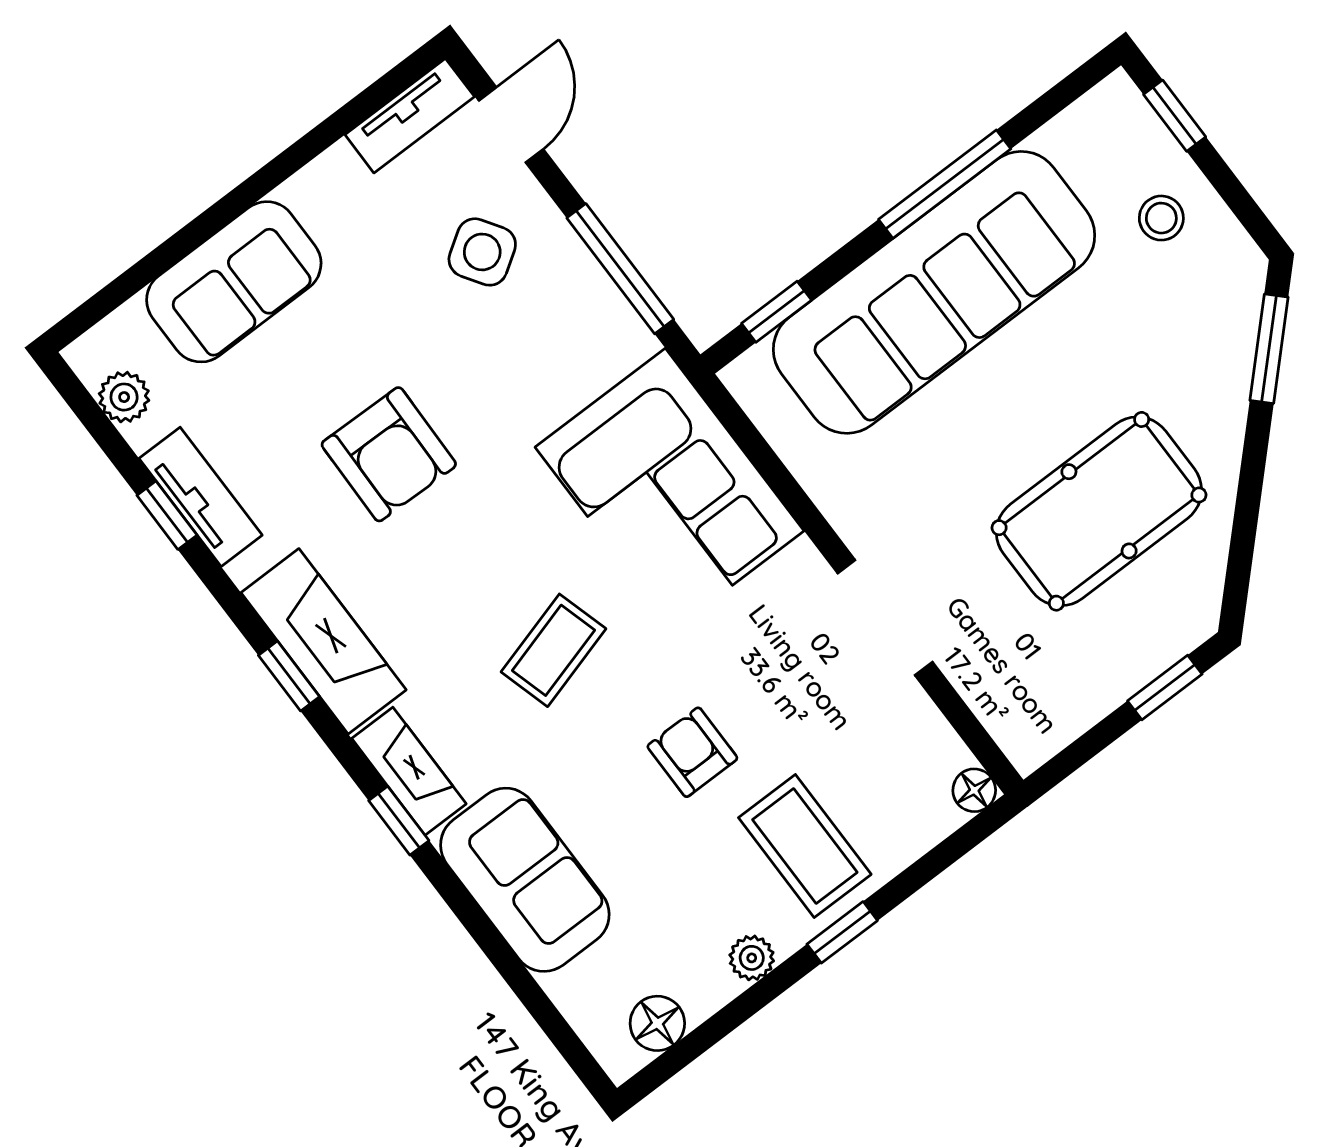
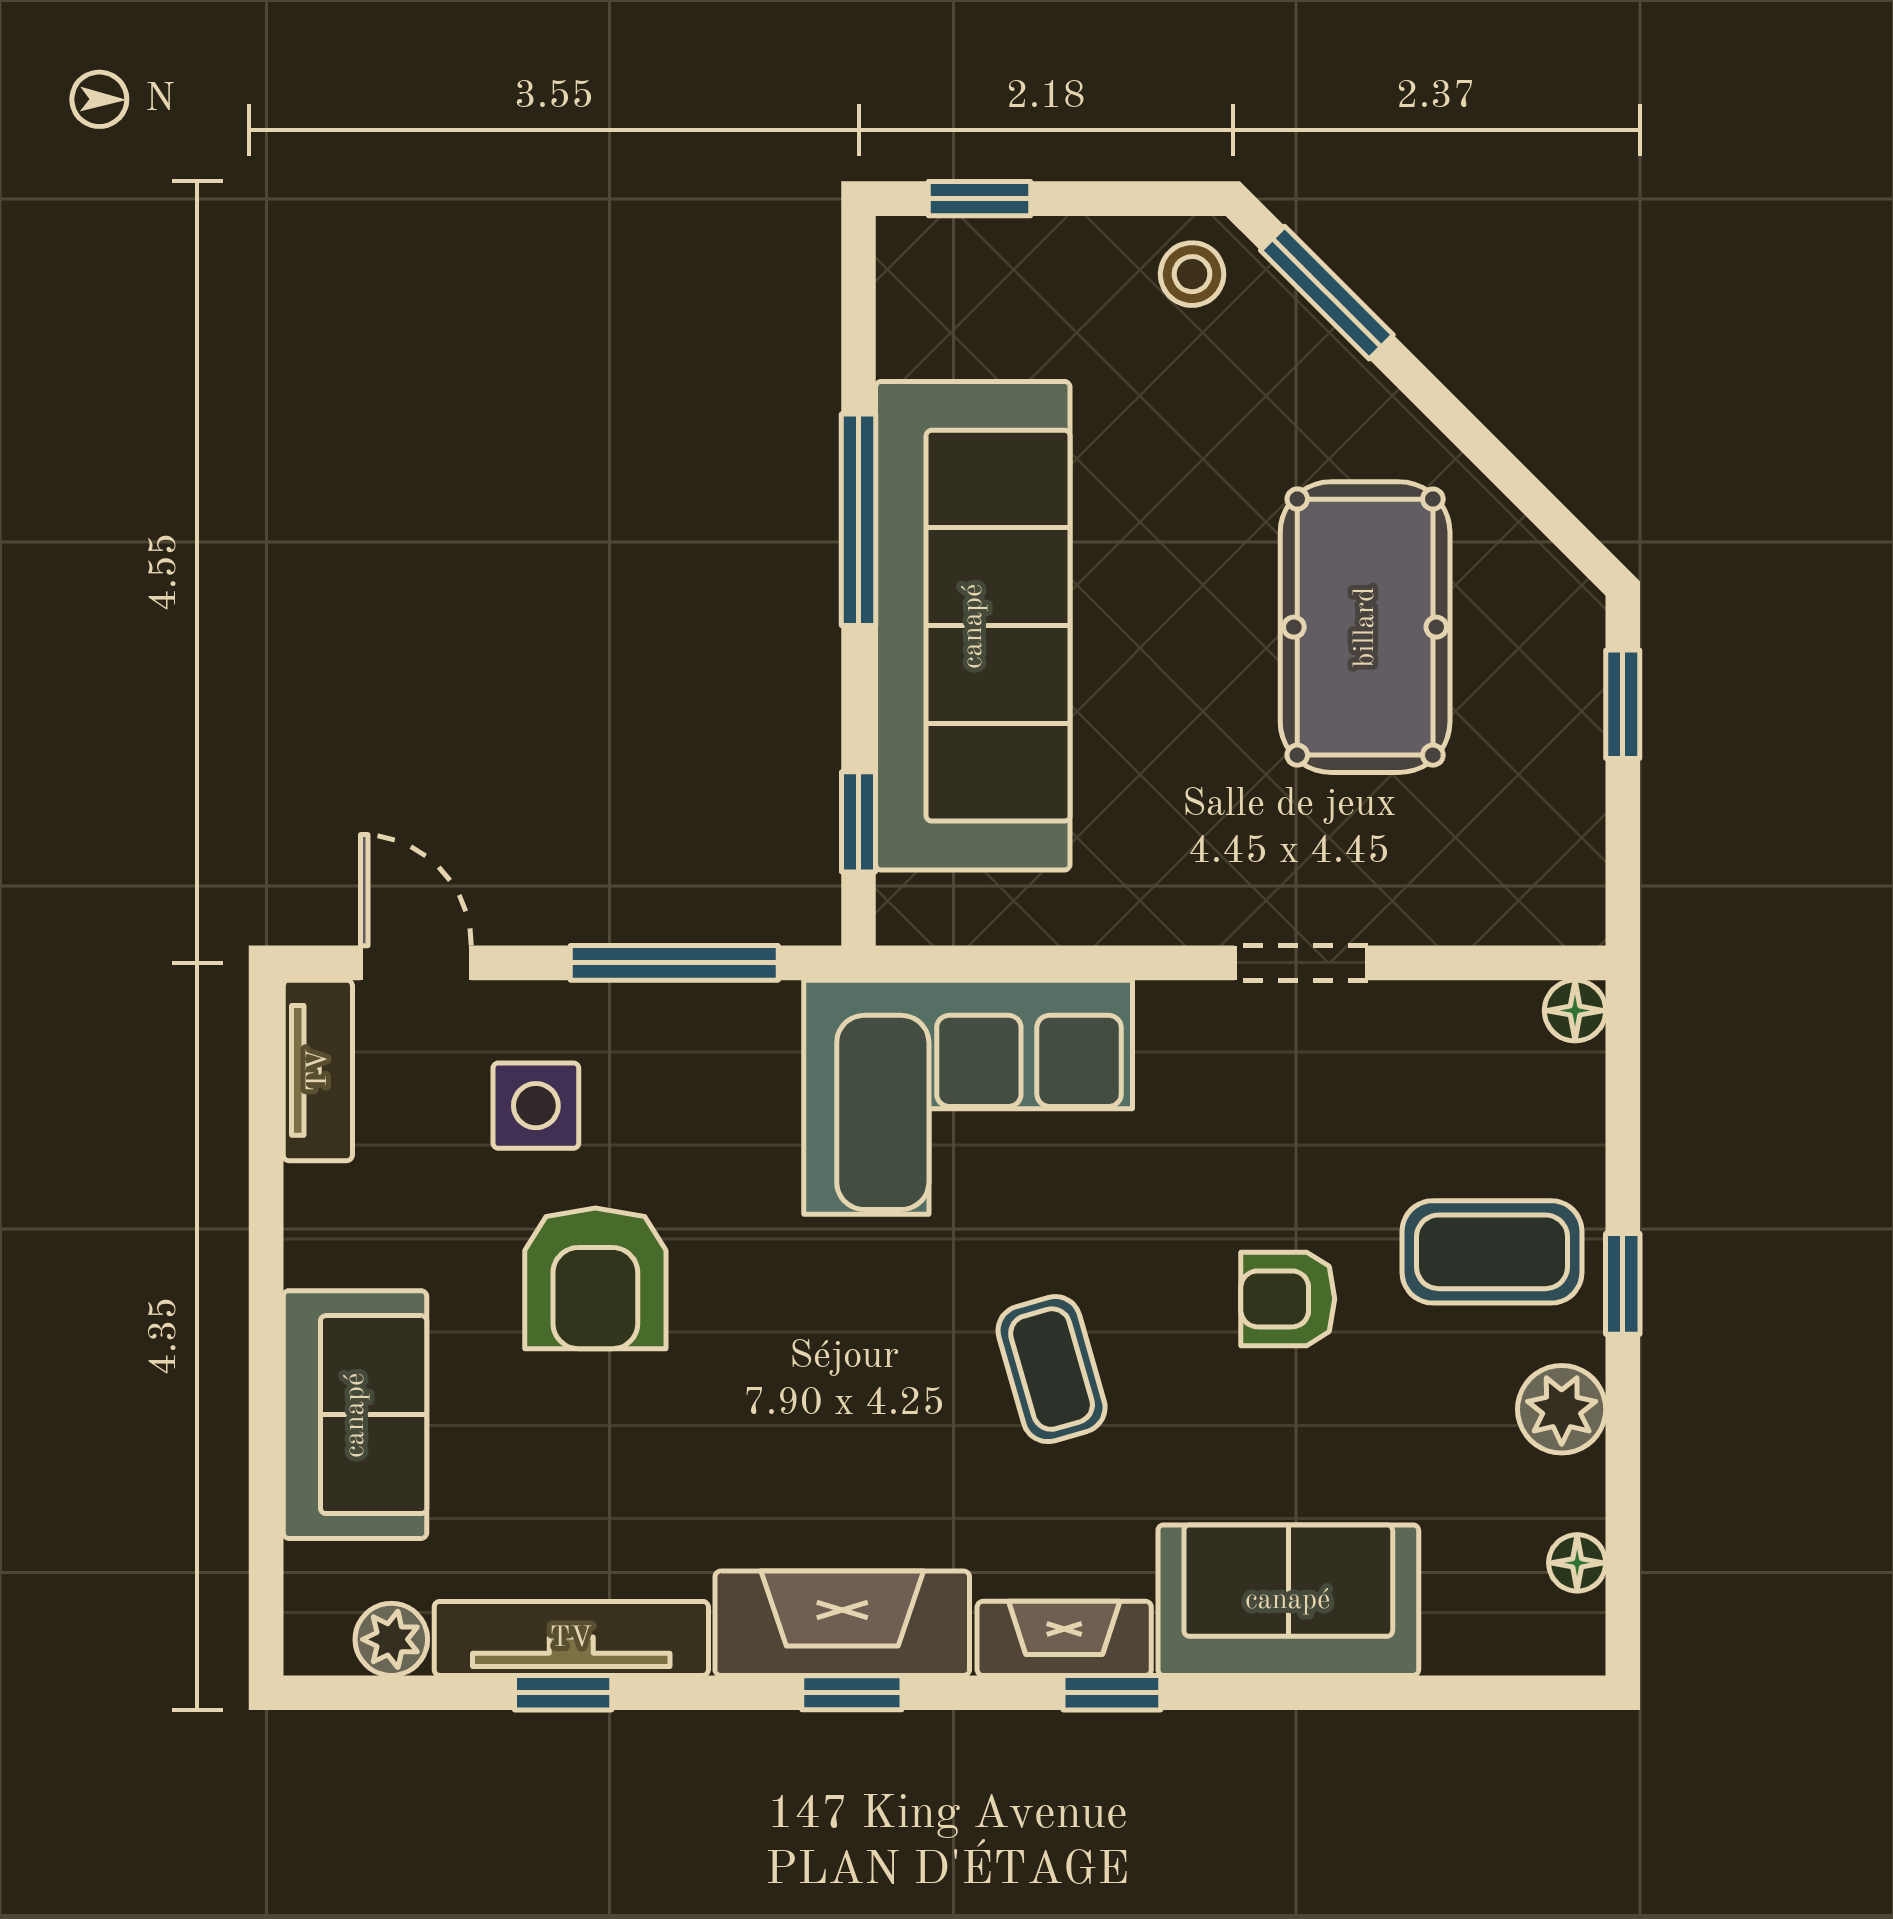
stool: (1161, 218) -> (1192, 274), moved
side table: (482, 252) -> (536, 1106), turned 33
armchair: (389, 454) -> (595, 1278), moved, turned 89
tv unit: (201, 497) -> (571, 1638), width x1.41
doorway: (885, 618) -> (1301, 963), width x0.73
plant: (752, 958) -> (1562, 1409), width x1.38, depth x1.38
floor lamp: (657, 1023) -> (1577, 1563), width x0.73, depth x0.73

